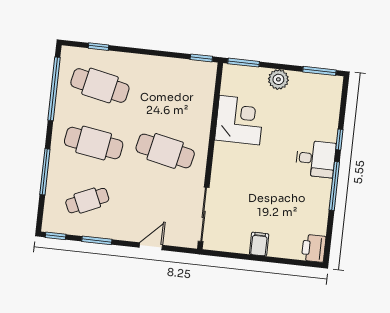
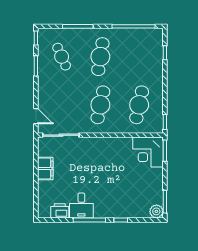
plant: (278, 79) -> (156, 211), moved
cafe table: (100, 85) -> (139, 105), moved
corner desk: (239, 120) -> (148, 152), moved, turned 90
desk: (316, 159) -> (81, 206), moved
filing cabinet: (259, 244) -> (45, 168), width x2.00
door: (151, 246) -> (36, 116), moved
printer: (314, 248) -> (60, 211), moved

